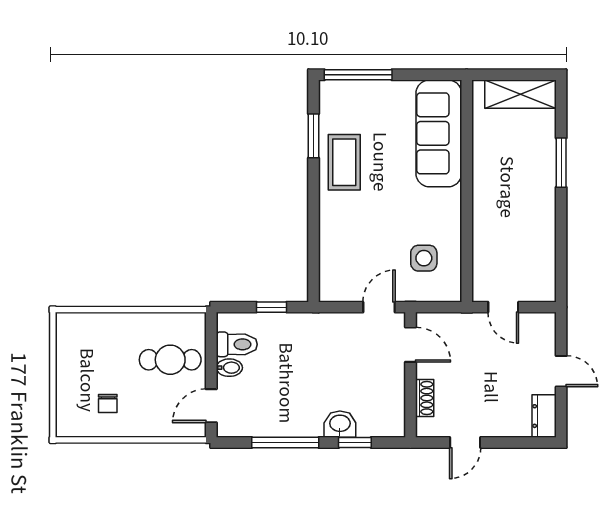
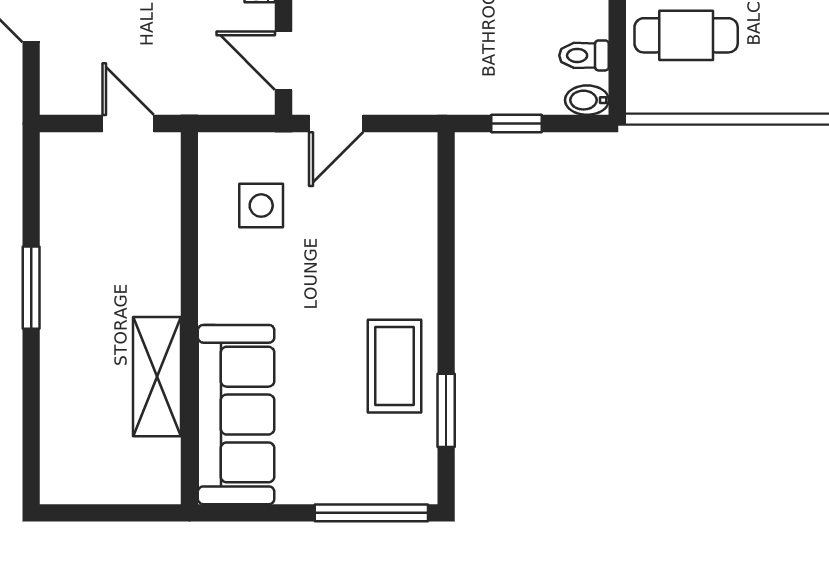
shelving: (520, 94) -> (157, 377), moved, turned 90
window: (561, 163) -> (31, 288), moved
toilet: (237, 344) -> (584, 55), width x0.73, depth x0.72
bidet: (229, 368) -> (587, 100), moved

